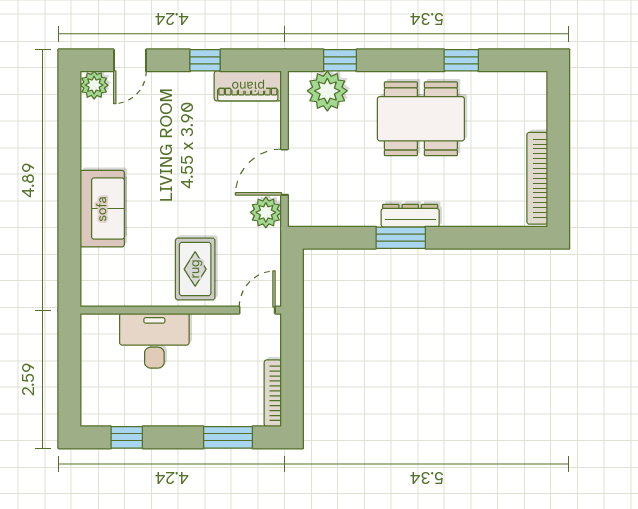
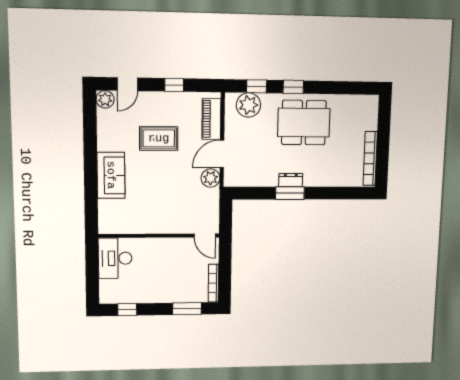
window: (461, 60) -> (293, 87), moved
piano: (248, 86) -> (211, 119), moved, turned 90
dresser: (410, 216) -> (291, 180), width x0.70
rug: (195, 269) -> (159, 138), moved, turned 90
door: (257, 310) -> (205, 235), swing flipped
desk: (154, 341) -> (115, 258), moved, turned -90

